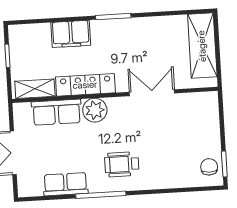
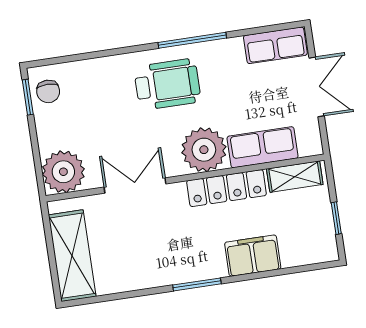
double door: (152, 93) -> (135, 185), swing flipped
plant: (203, 107) -> (63, 172), added
plant: (95, 110) -> (204, 150), width x1.36, depth x1.36
wheelchair: (122, 164) -> (167, 84), width x1.36, depth x1.37
row of seats: (66, 184) -> (275, 45), moved

